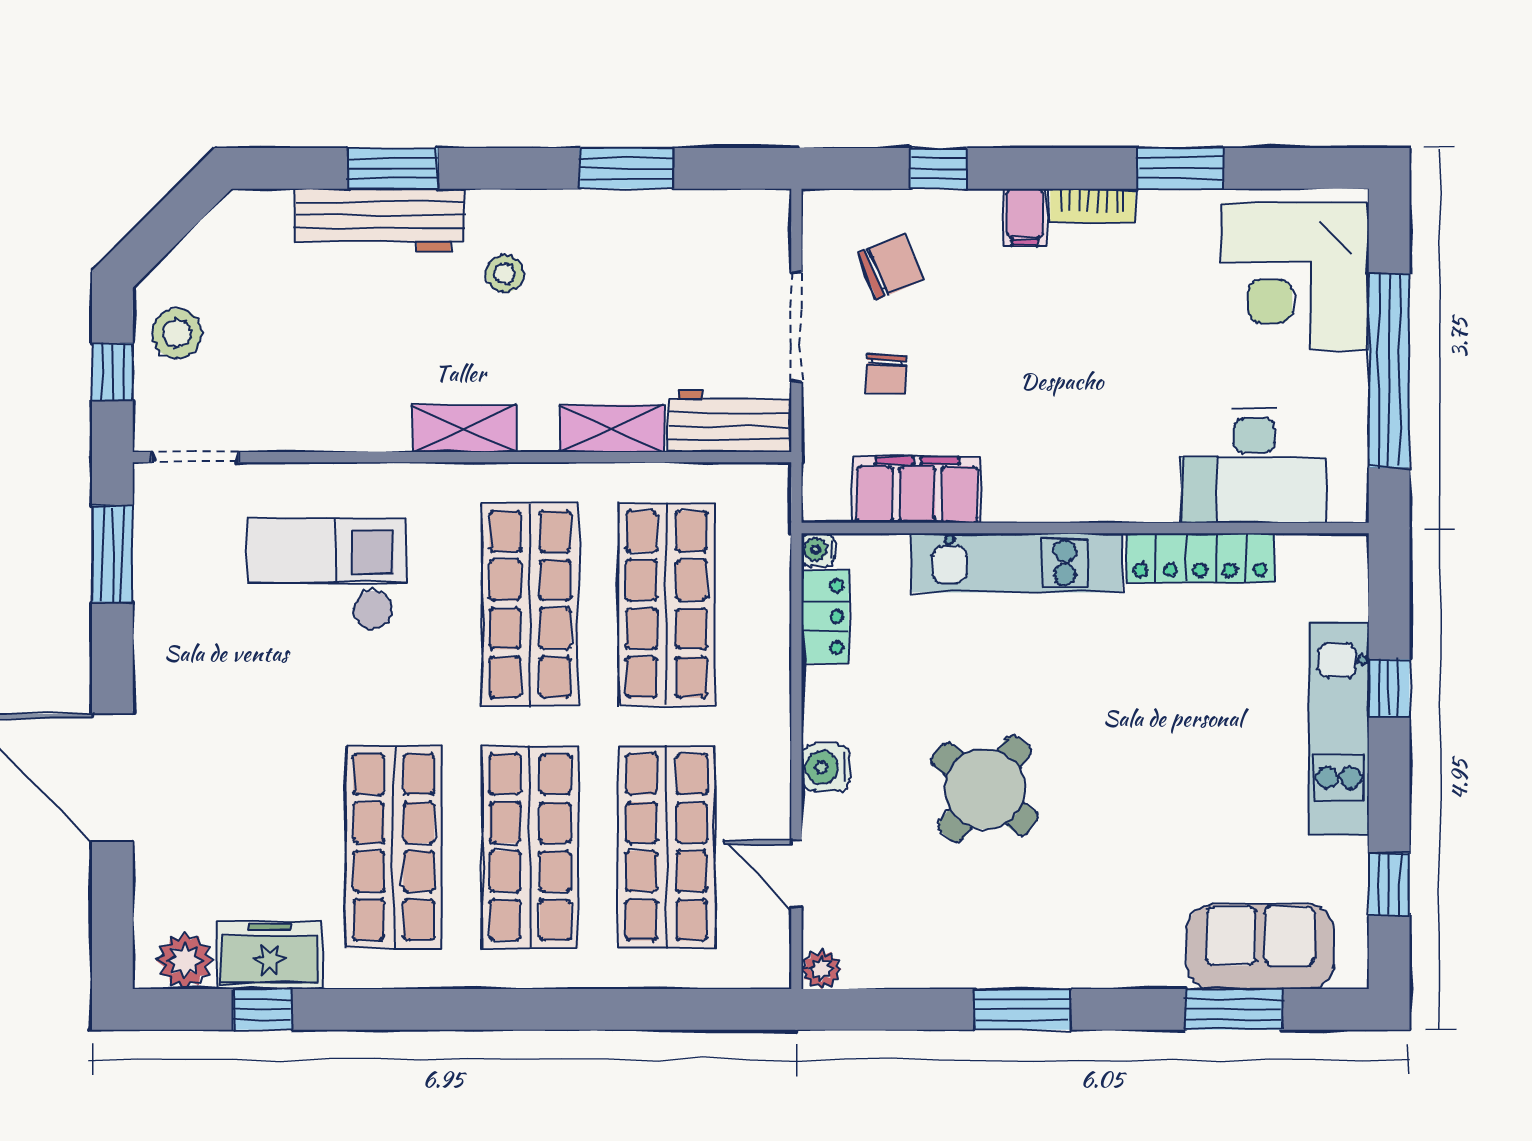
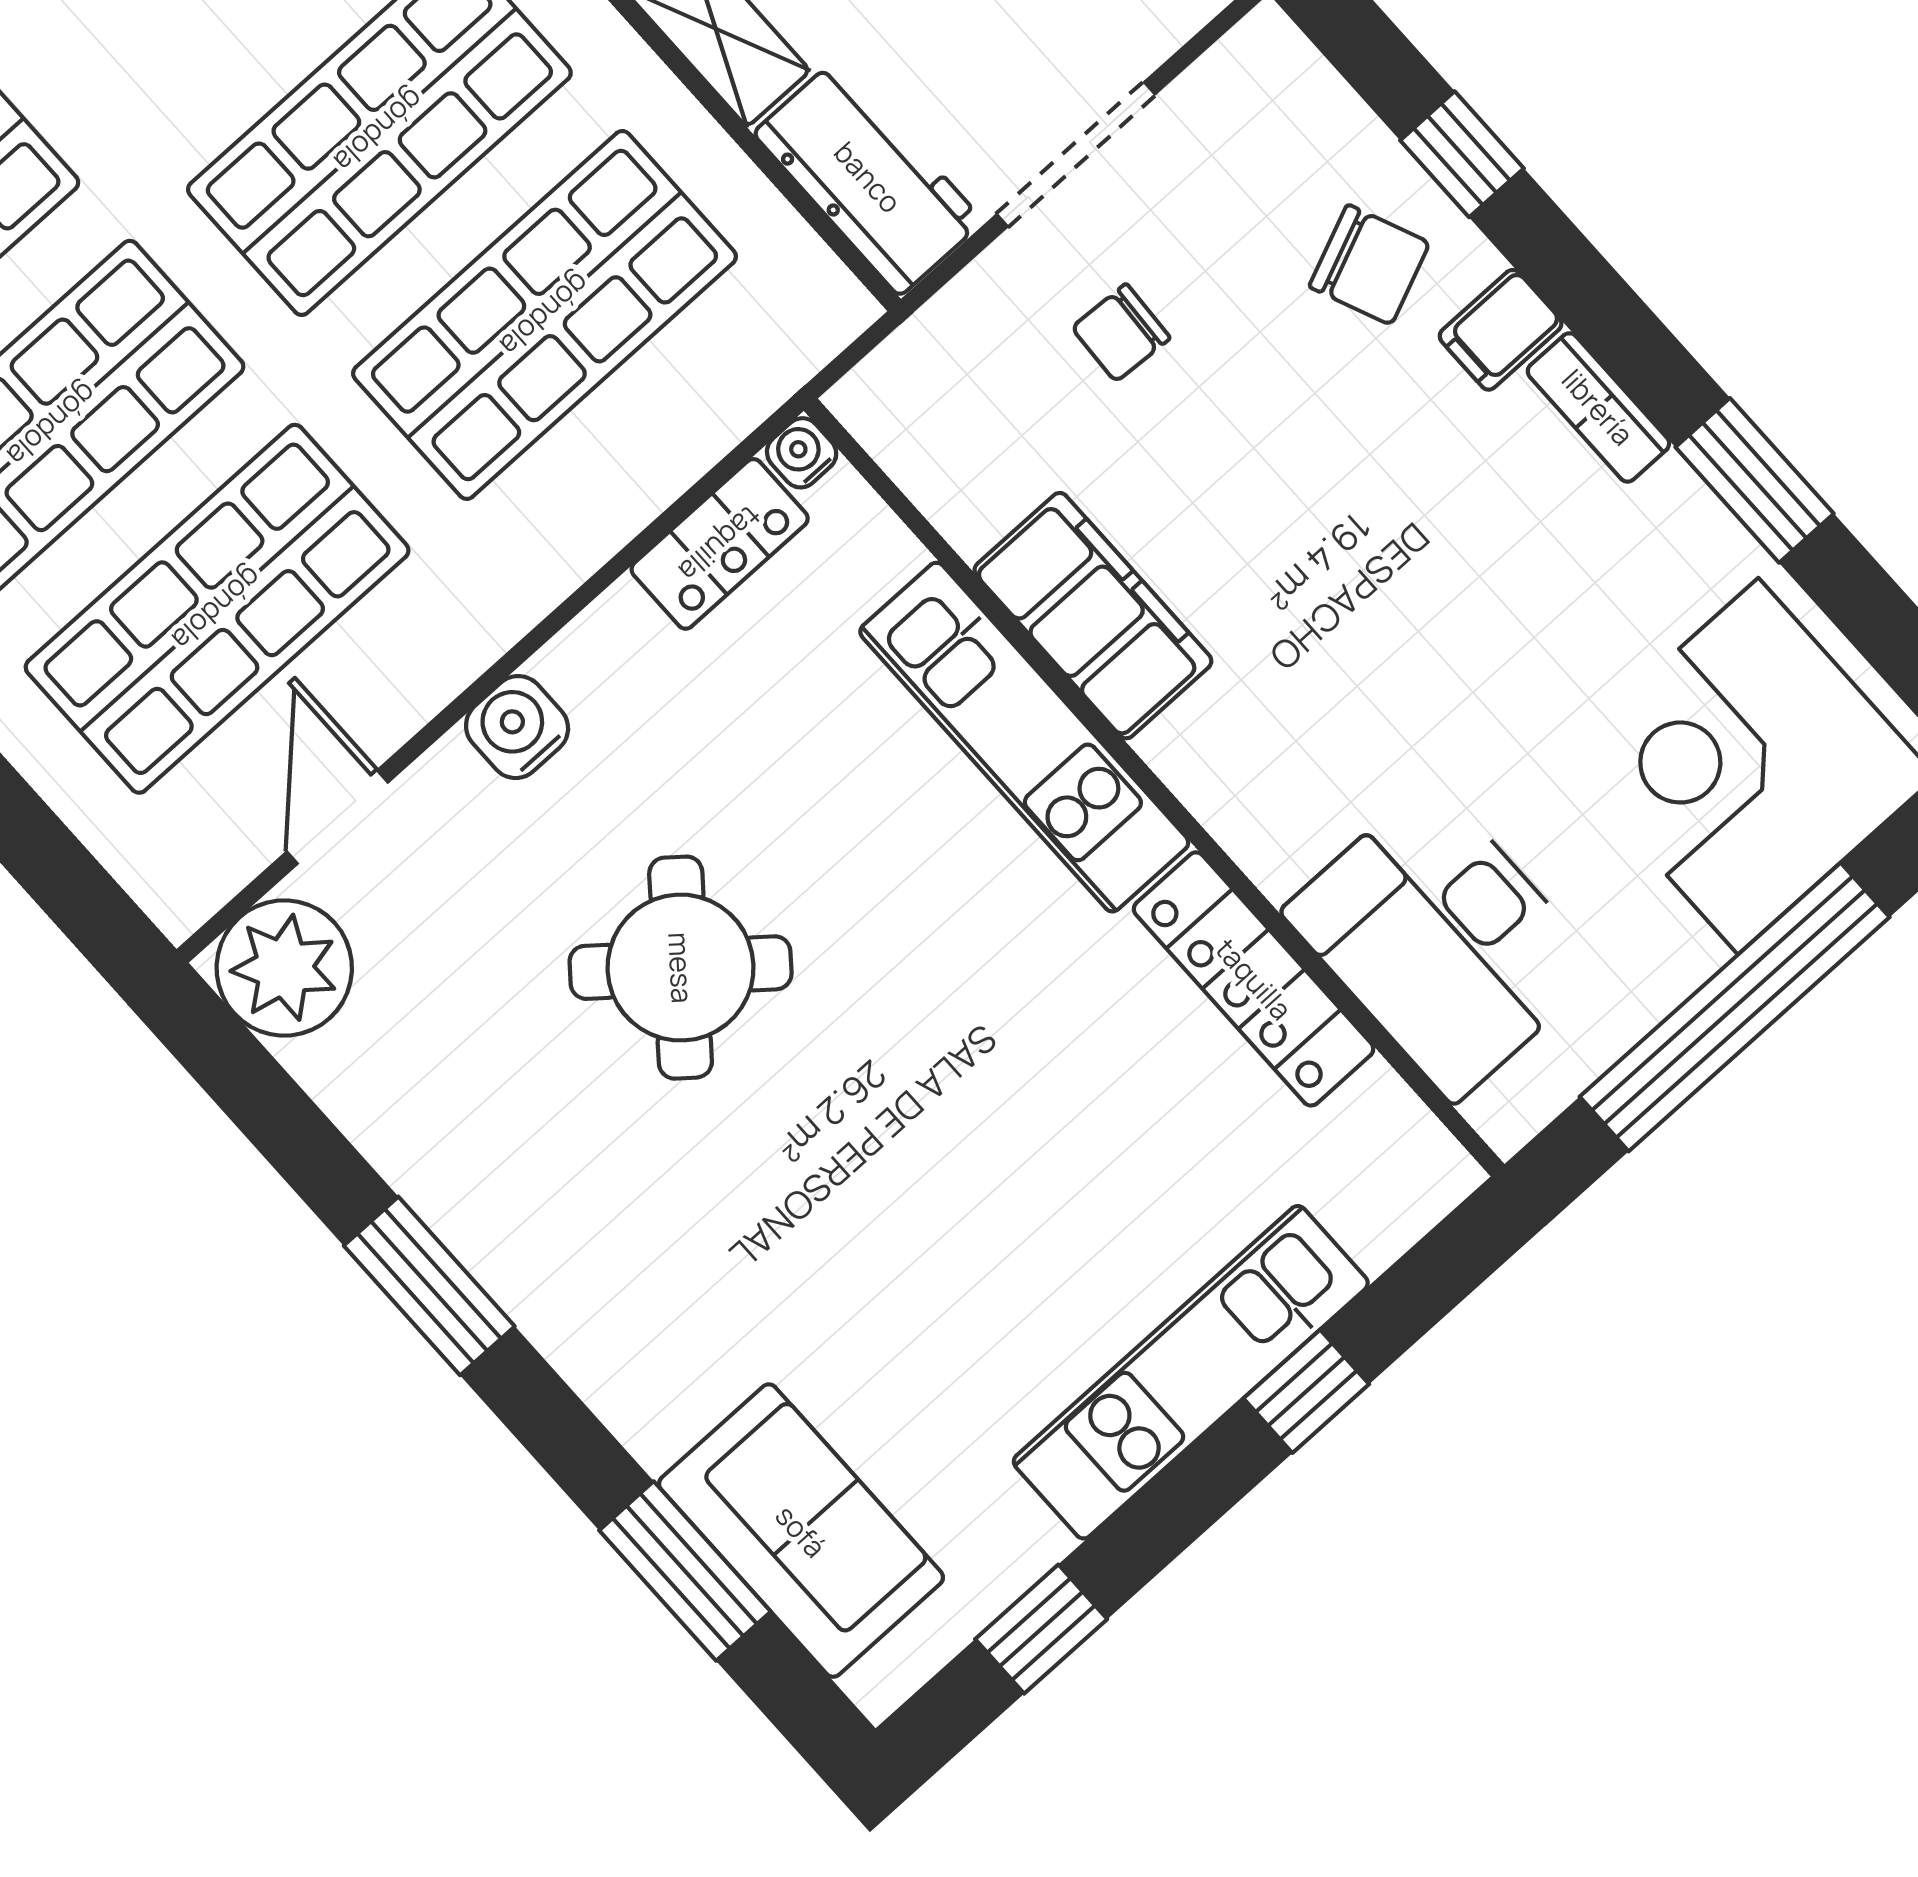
chair: (891, 267) -> (1369, 265), moved
filing cabinet: (917, 490) -> (1093, 616), moved
plant: (821, 969) -> (284, 968), width x1.87, depth x1.87

